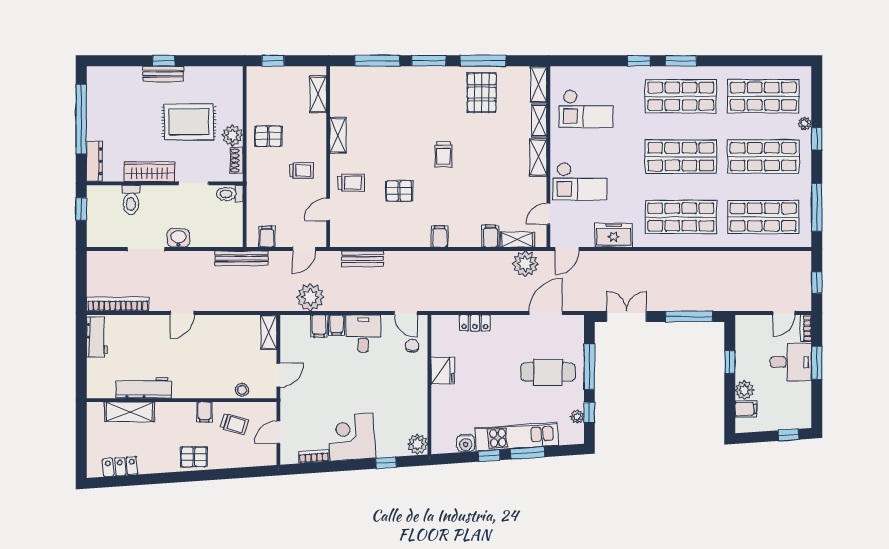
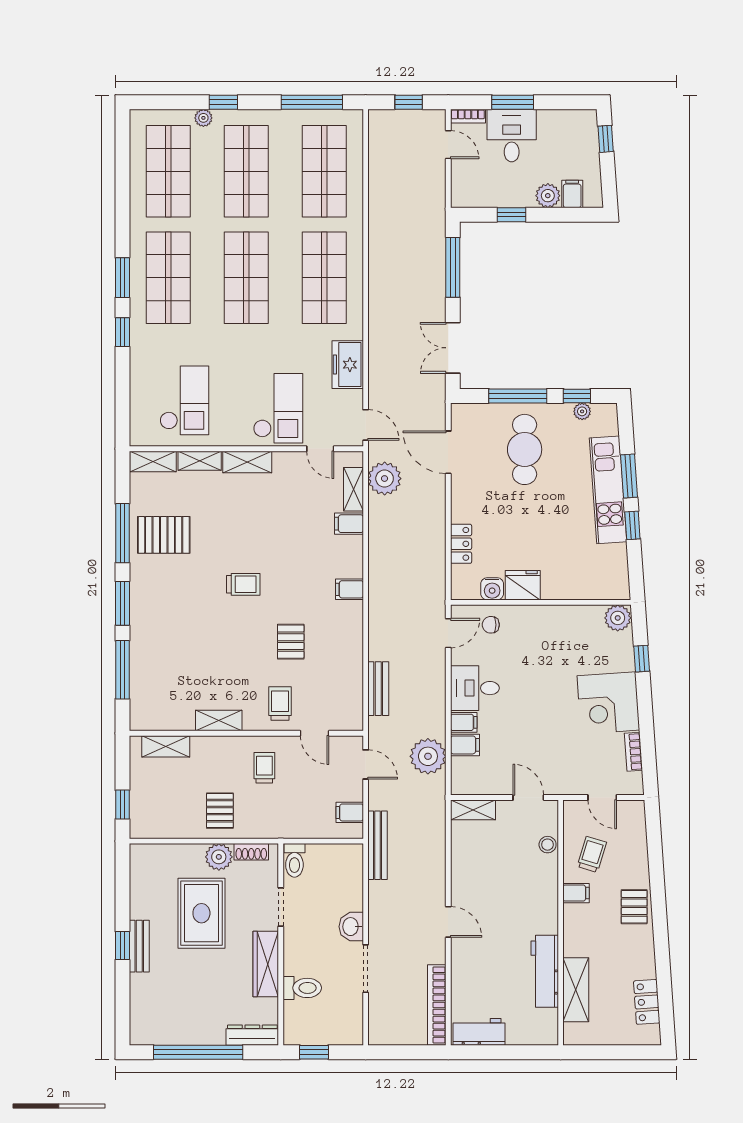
water cooler: (466, 443) -> (492, 589), moved, turned 94

